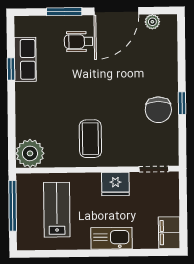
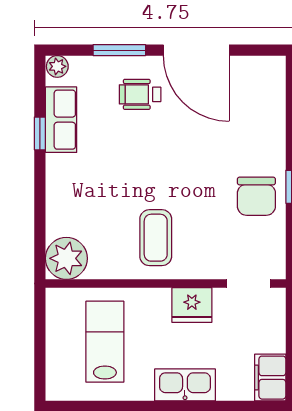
door: (116, 11) -> (196, 50), hinge flipped
plant: (152, 22) -> (57, 66), moved
window: (13, 206) -> (40, 335), removed

